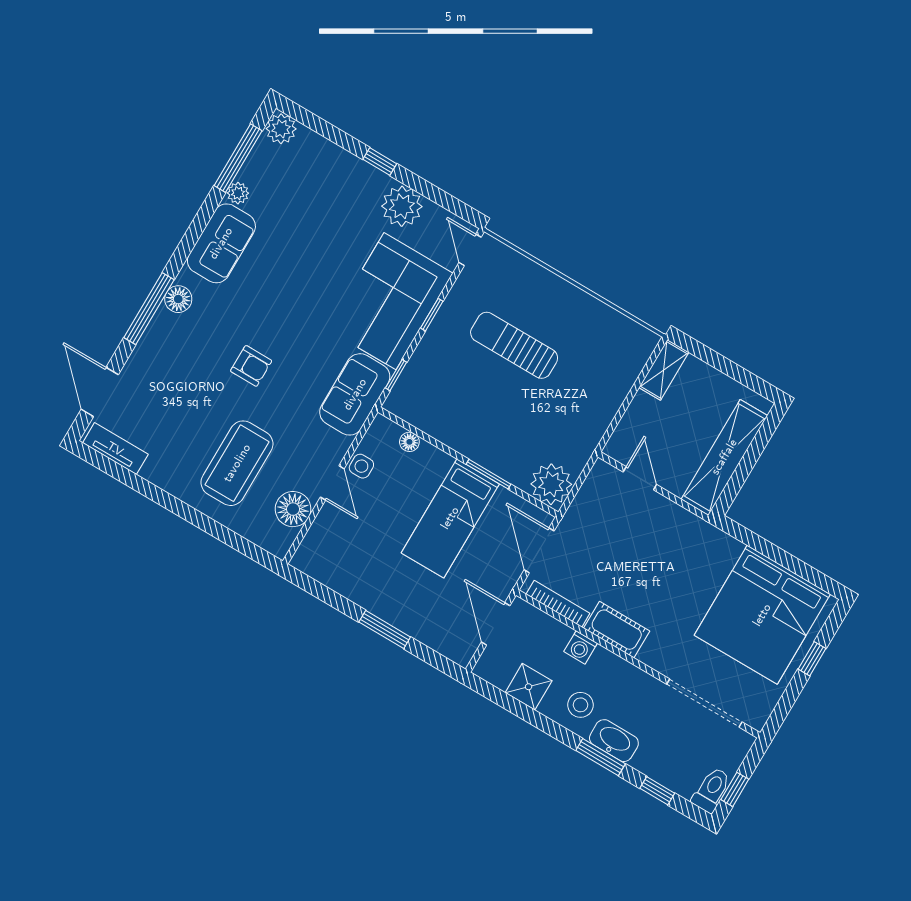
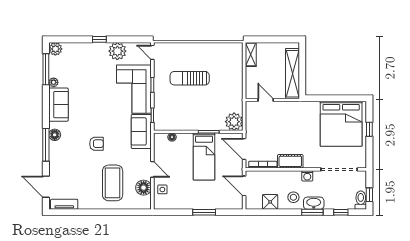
side table: (361, 466) -> (162, 189), moved
washing machine: (581, 647) -> (307, 176), moved

